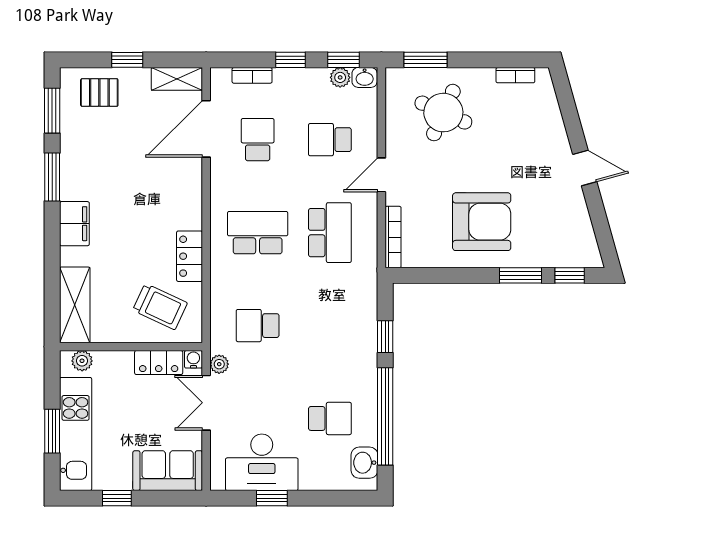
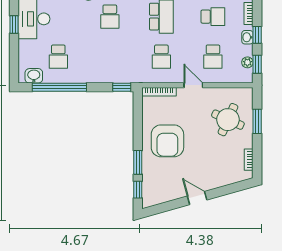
window: (426, 60) -> (257, 121), moved
washbasin: (365, 77) -> (247, 37), moved
school desk: (330, 140) -> (213, 57), turned 180
door: (585, 168) -> (197, 198), swing flipped
school desk: (330, 233) -> (161, 57), width x0.54
school desk: (258, 326) -> (110, 17), turned 180
window: (385, 337) -> (122, 87), moved

